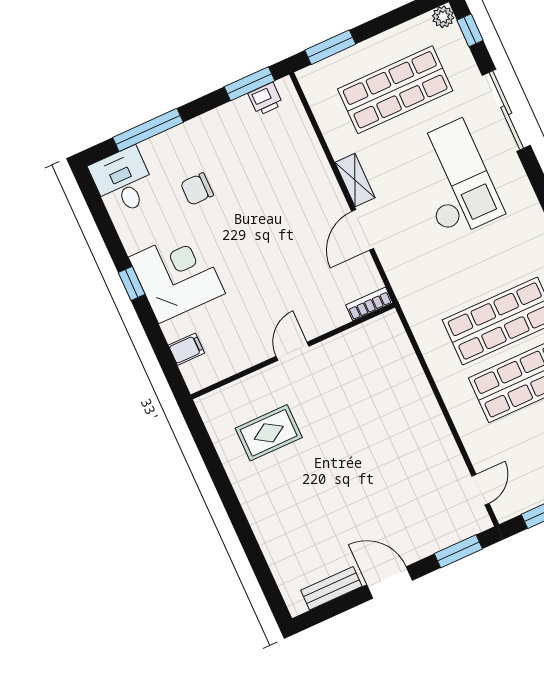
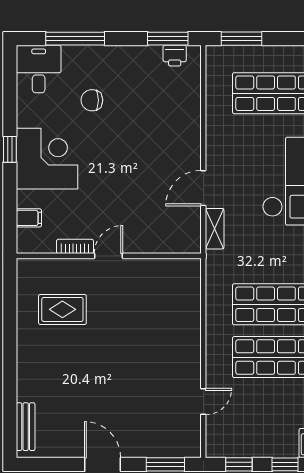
shelving: (355, 180) -> (215, 229), moved
bookcase: (369, 304) -> (75, 246), moved
door: (480, 490) -> (203, 402), moved
bench: (331, 588) -> (26, 427), moved, turned 90

